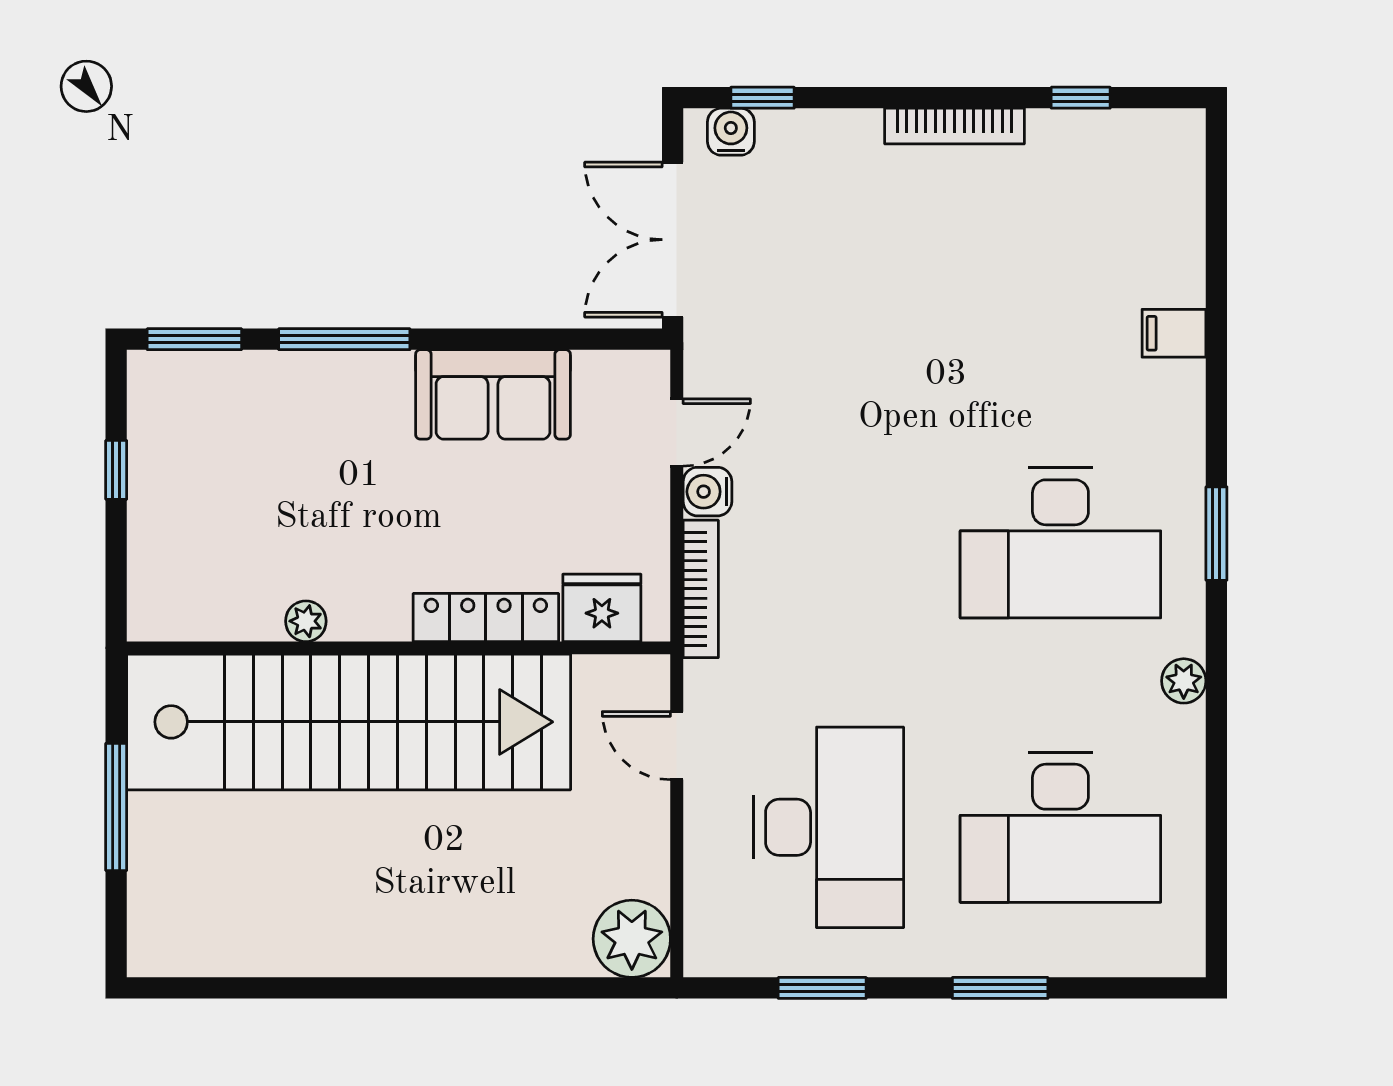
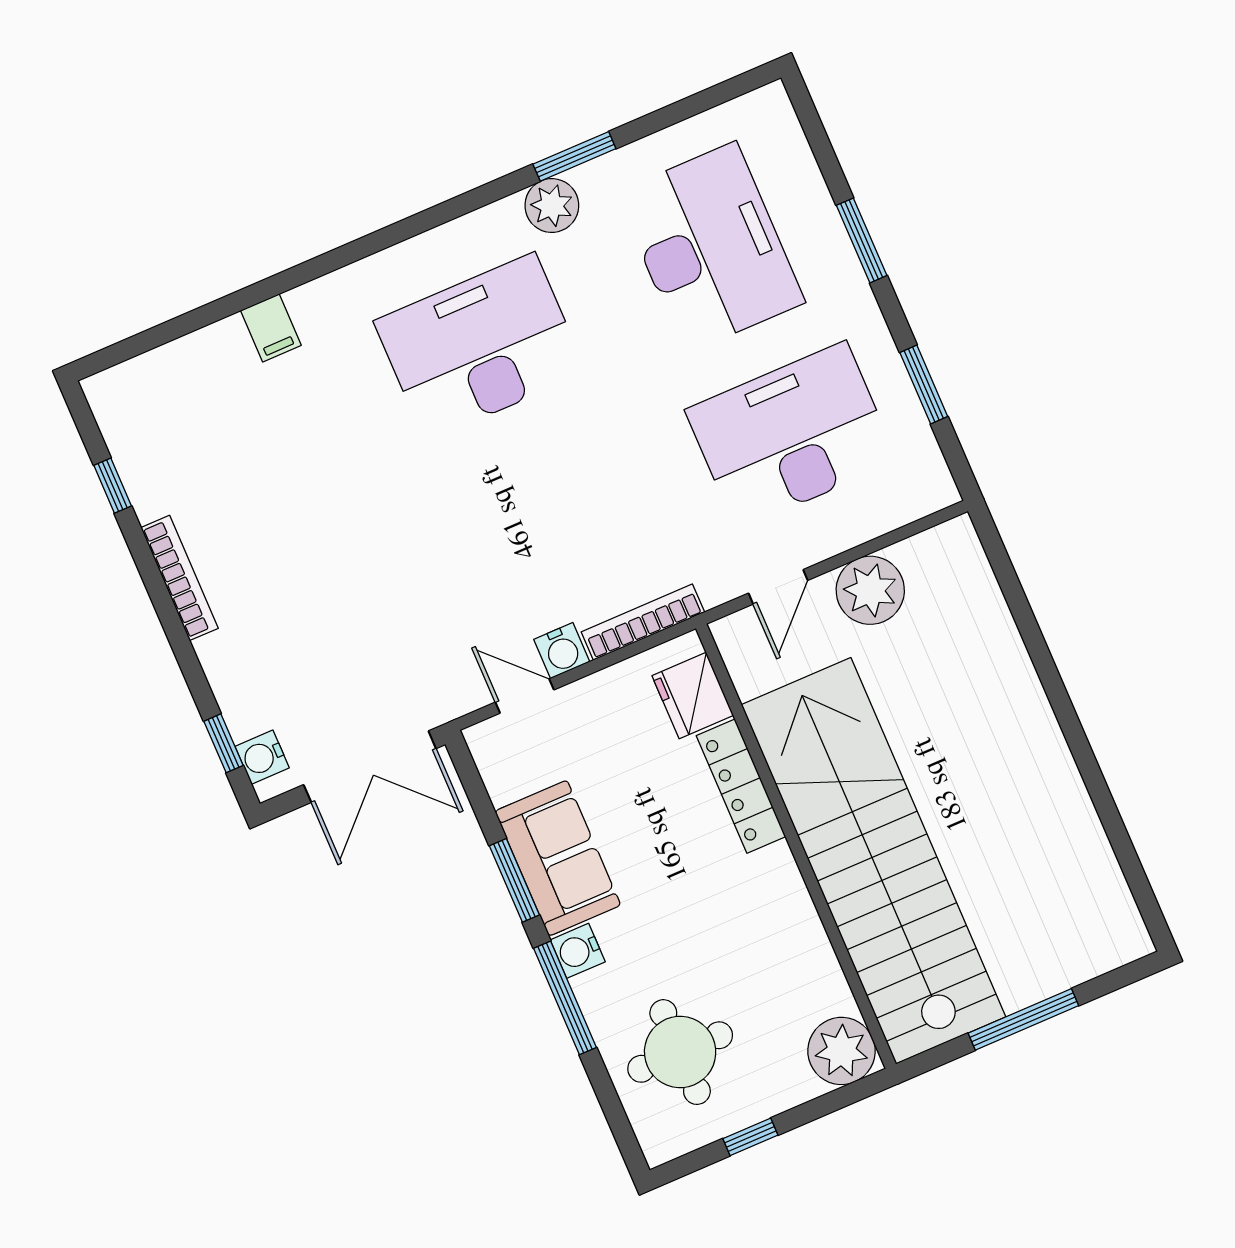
window: (194, 339) -> (514, 880), moved
water cooler: (388, 374) -> (578, 951), added
round table: (236, 435) -> (680, 1052), added
window: (1216, 534) -> (574, 156), moved
desk: (1060, 543) -> (480, 347), turned -90
plant: (306, 621) -> (841, 1051), moved, width x1.87, depth x1.87
plant: (1184, 681) -> (552, 206), width x1.38, depth x1.38
plant: (632, 939) -> (870, 590), moved

